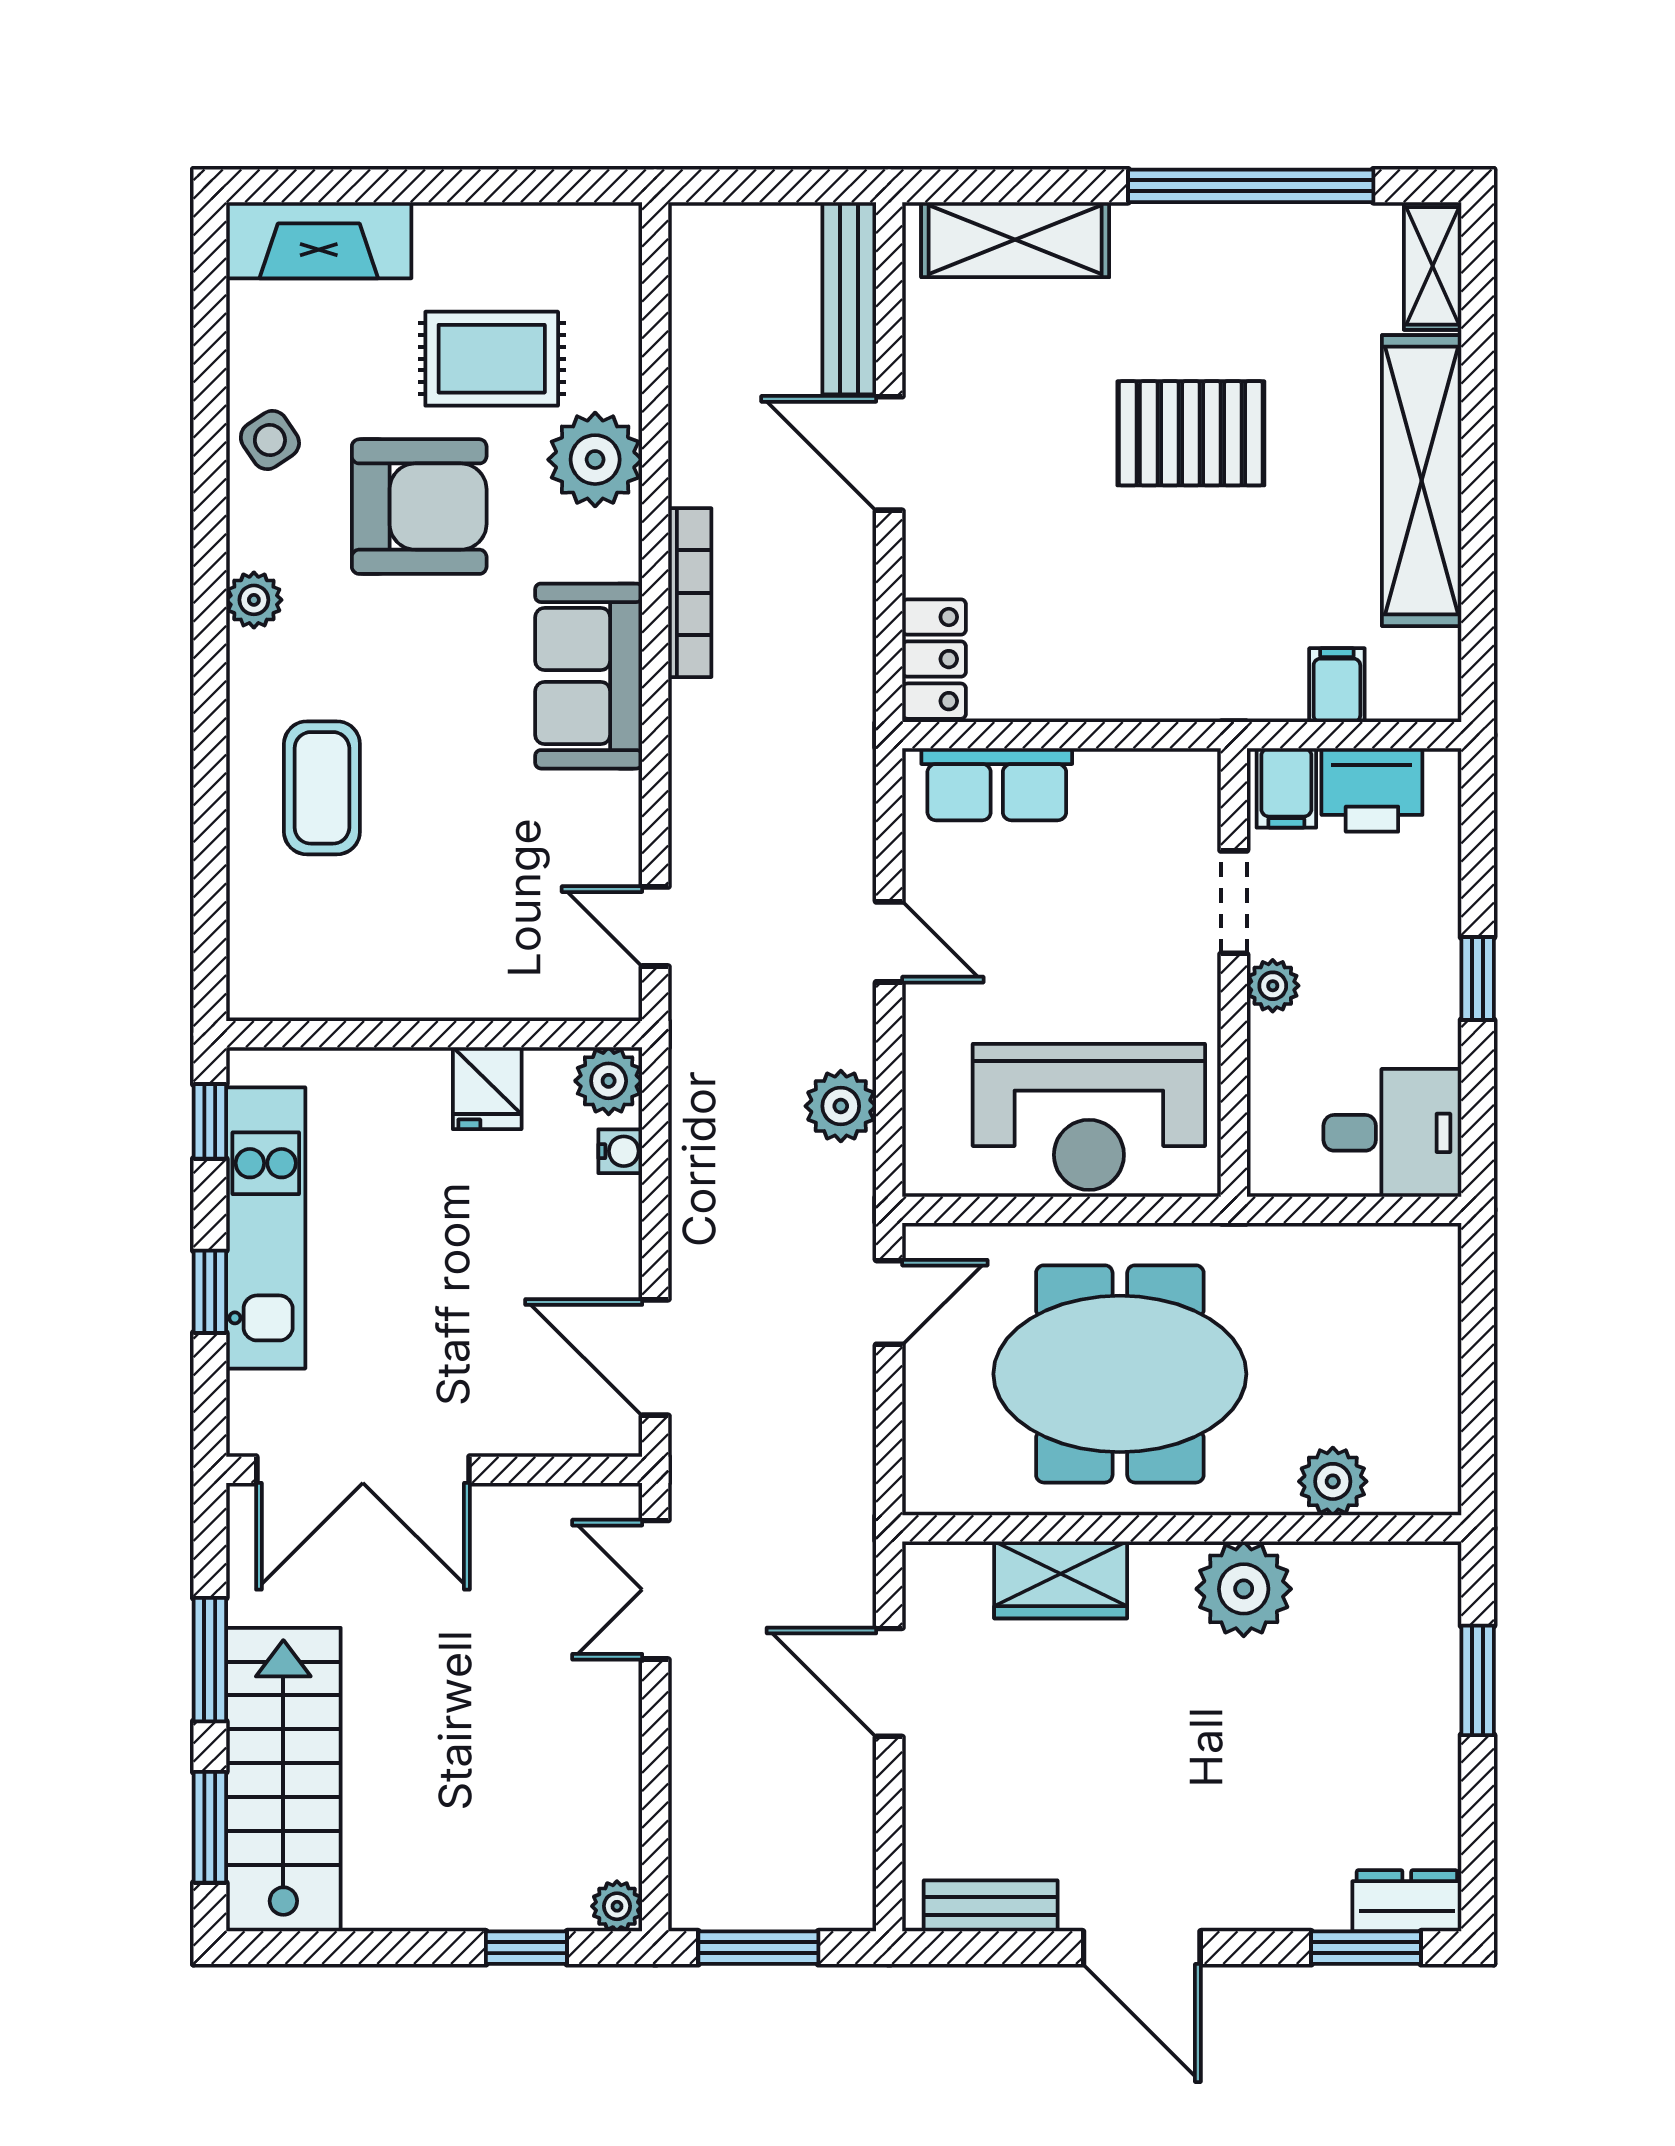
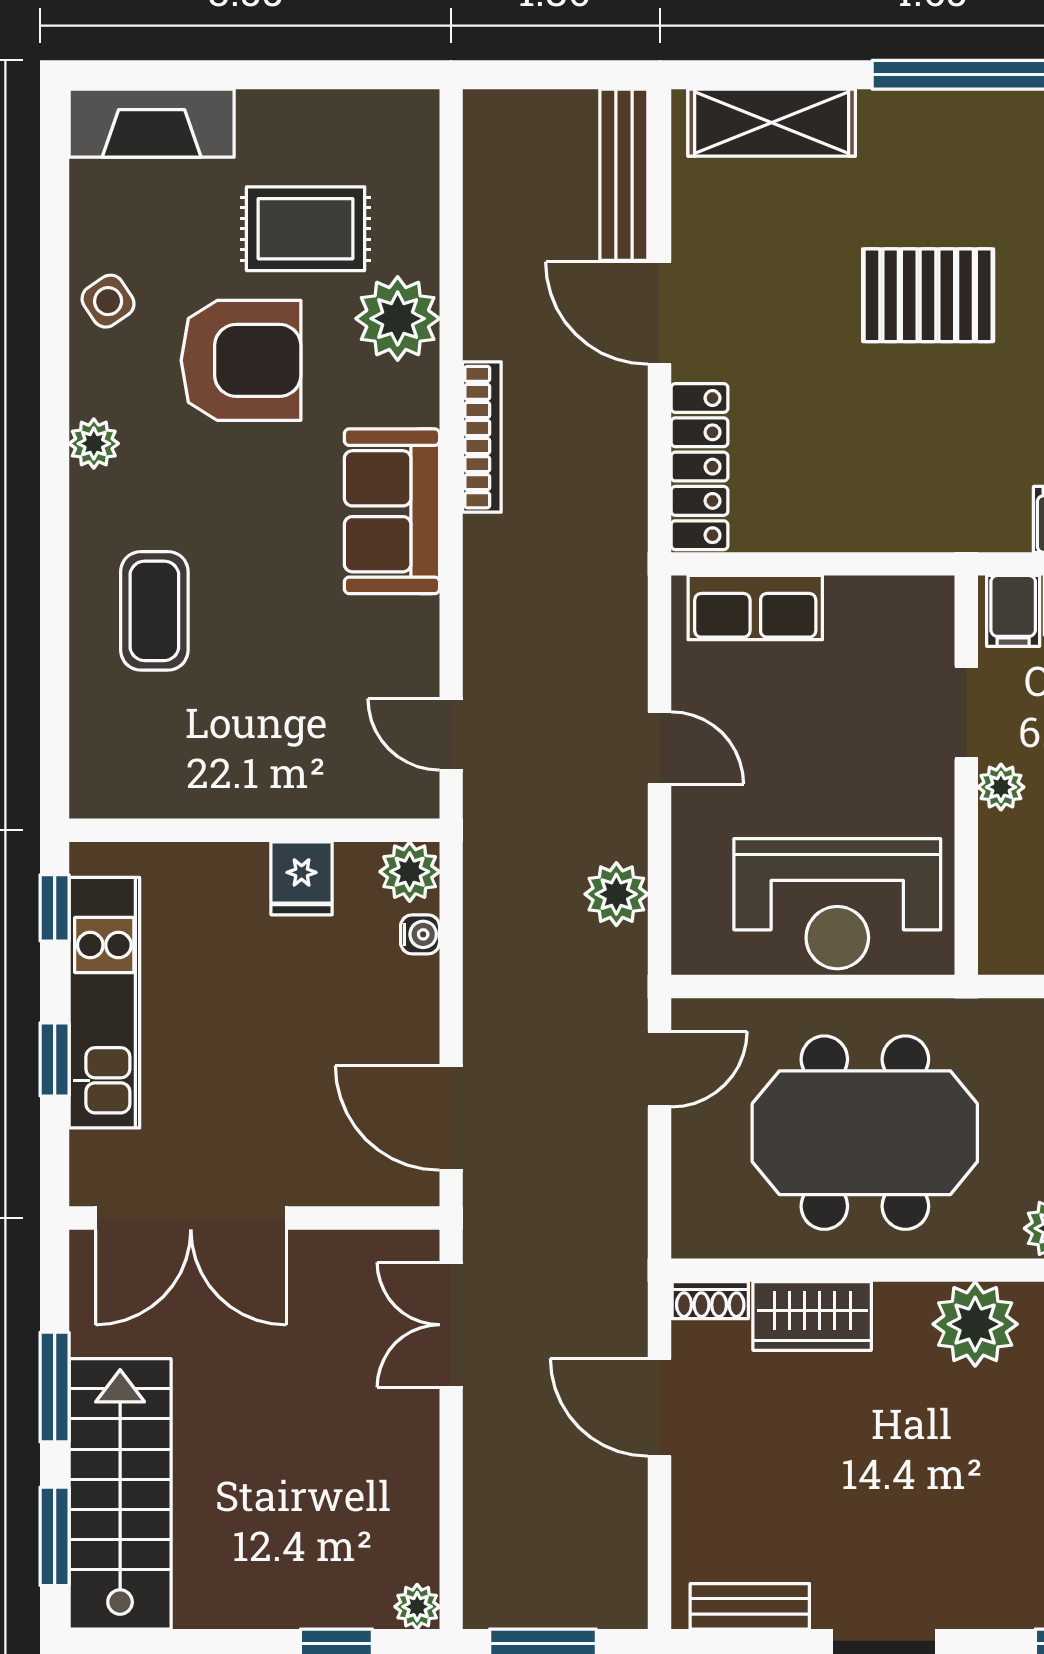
locker: (934, 659) -> (699, 467), width x1.53
shoe rack: (946, 1562) -> (710, 1300), added

